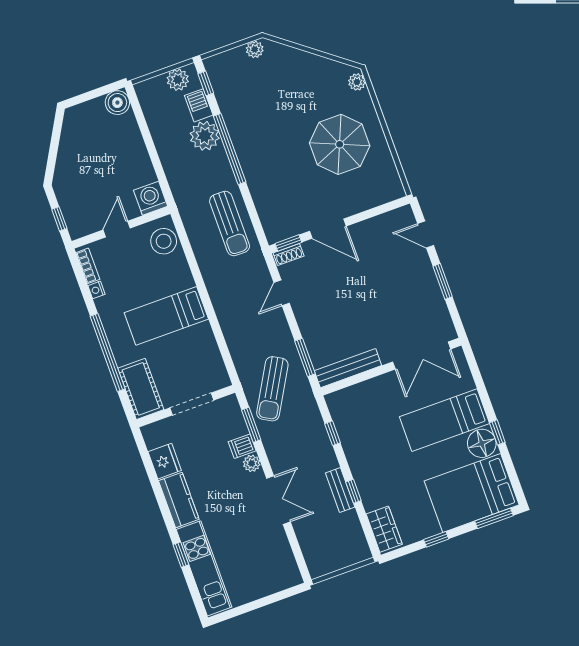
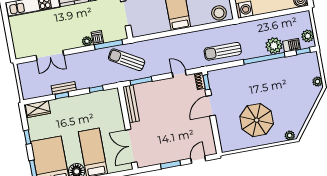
window: (251, 425) -> (108, 45), width x1.44
double door: (278, 500) -> (50, 55), moved

